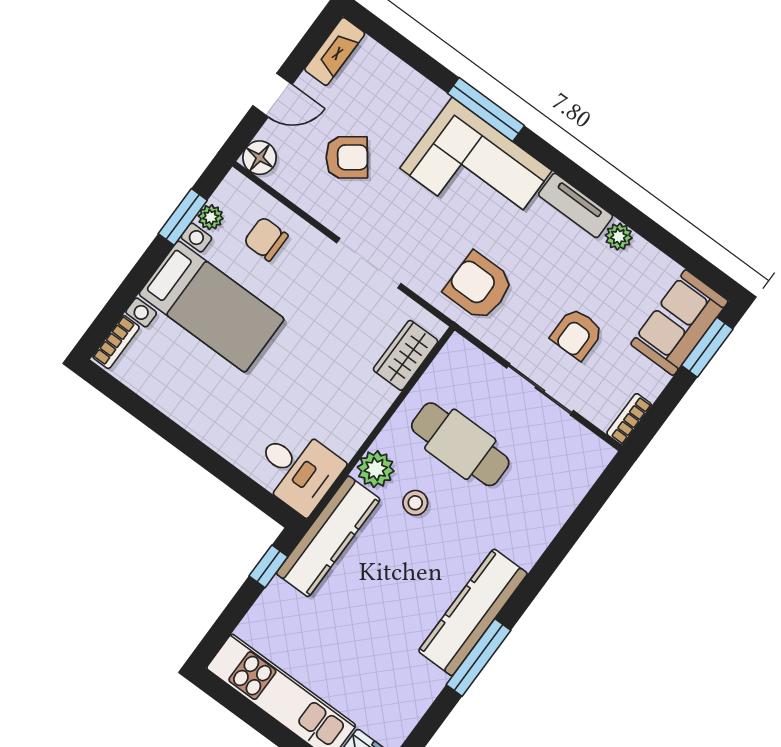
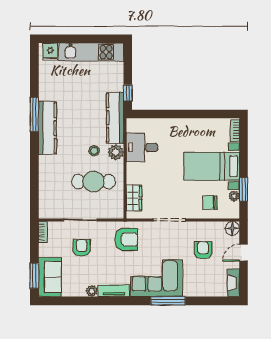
armchair: (347, 157) -> (203, 250), turned 127
chair: (266, 239) -> (210, 203), turned 180
desk: (298, 469) -> (142, 147), moved

